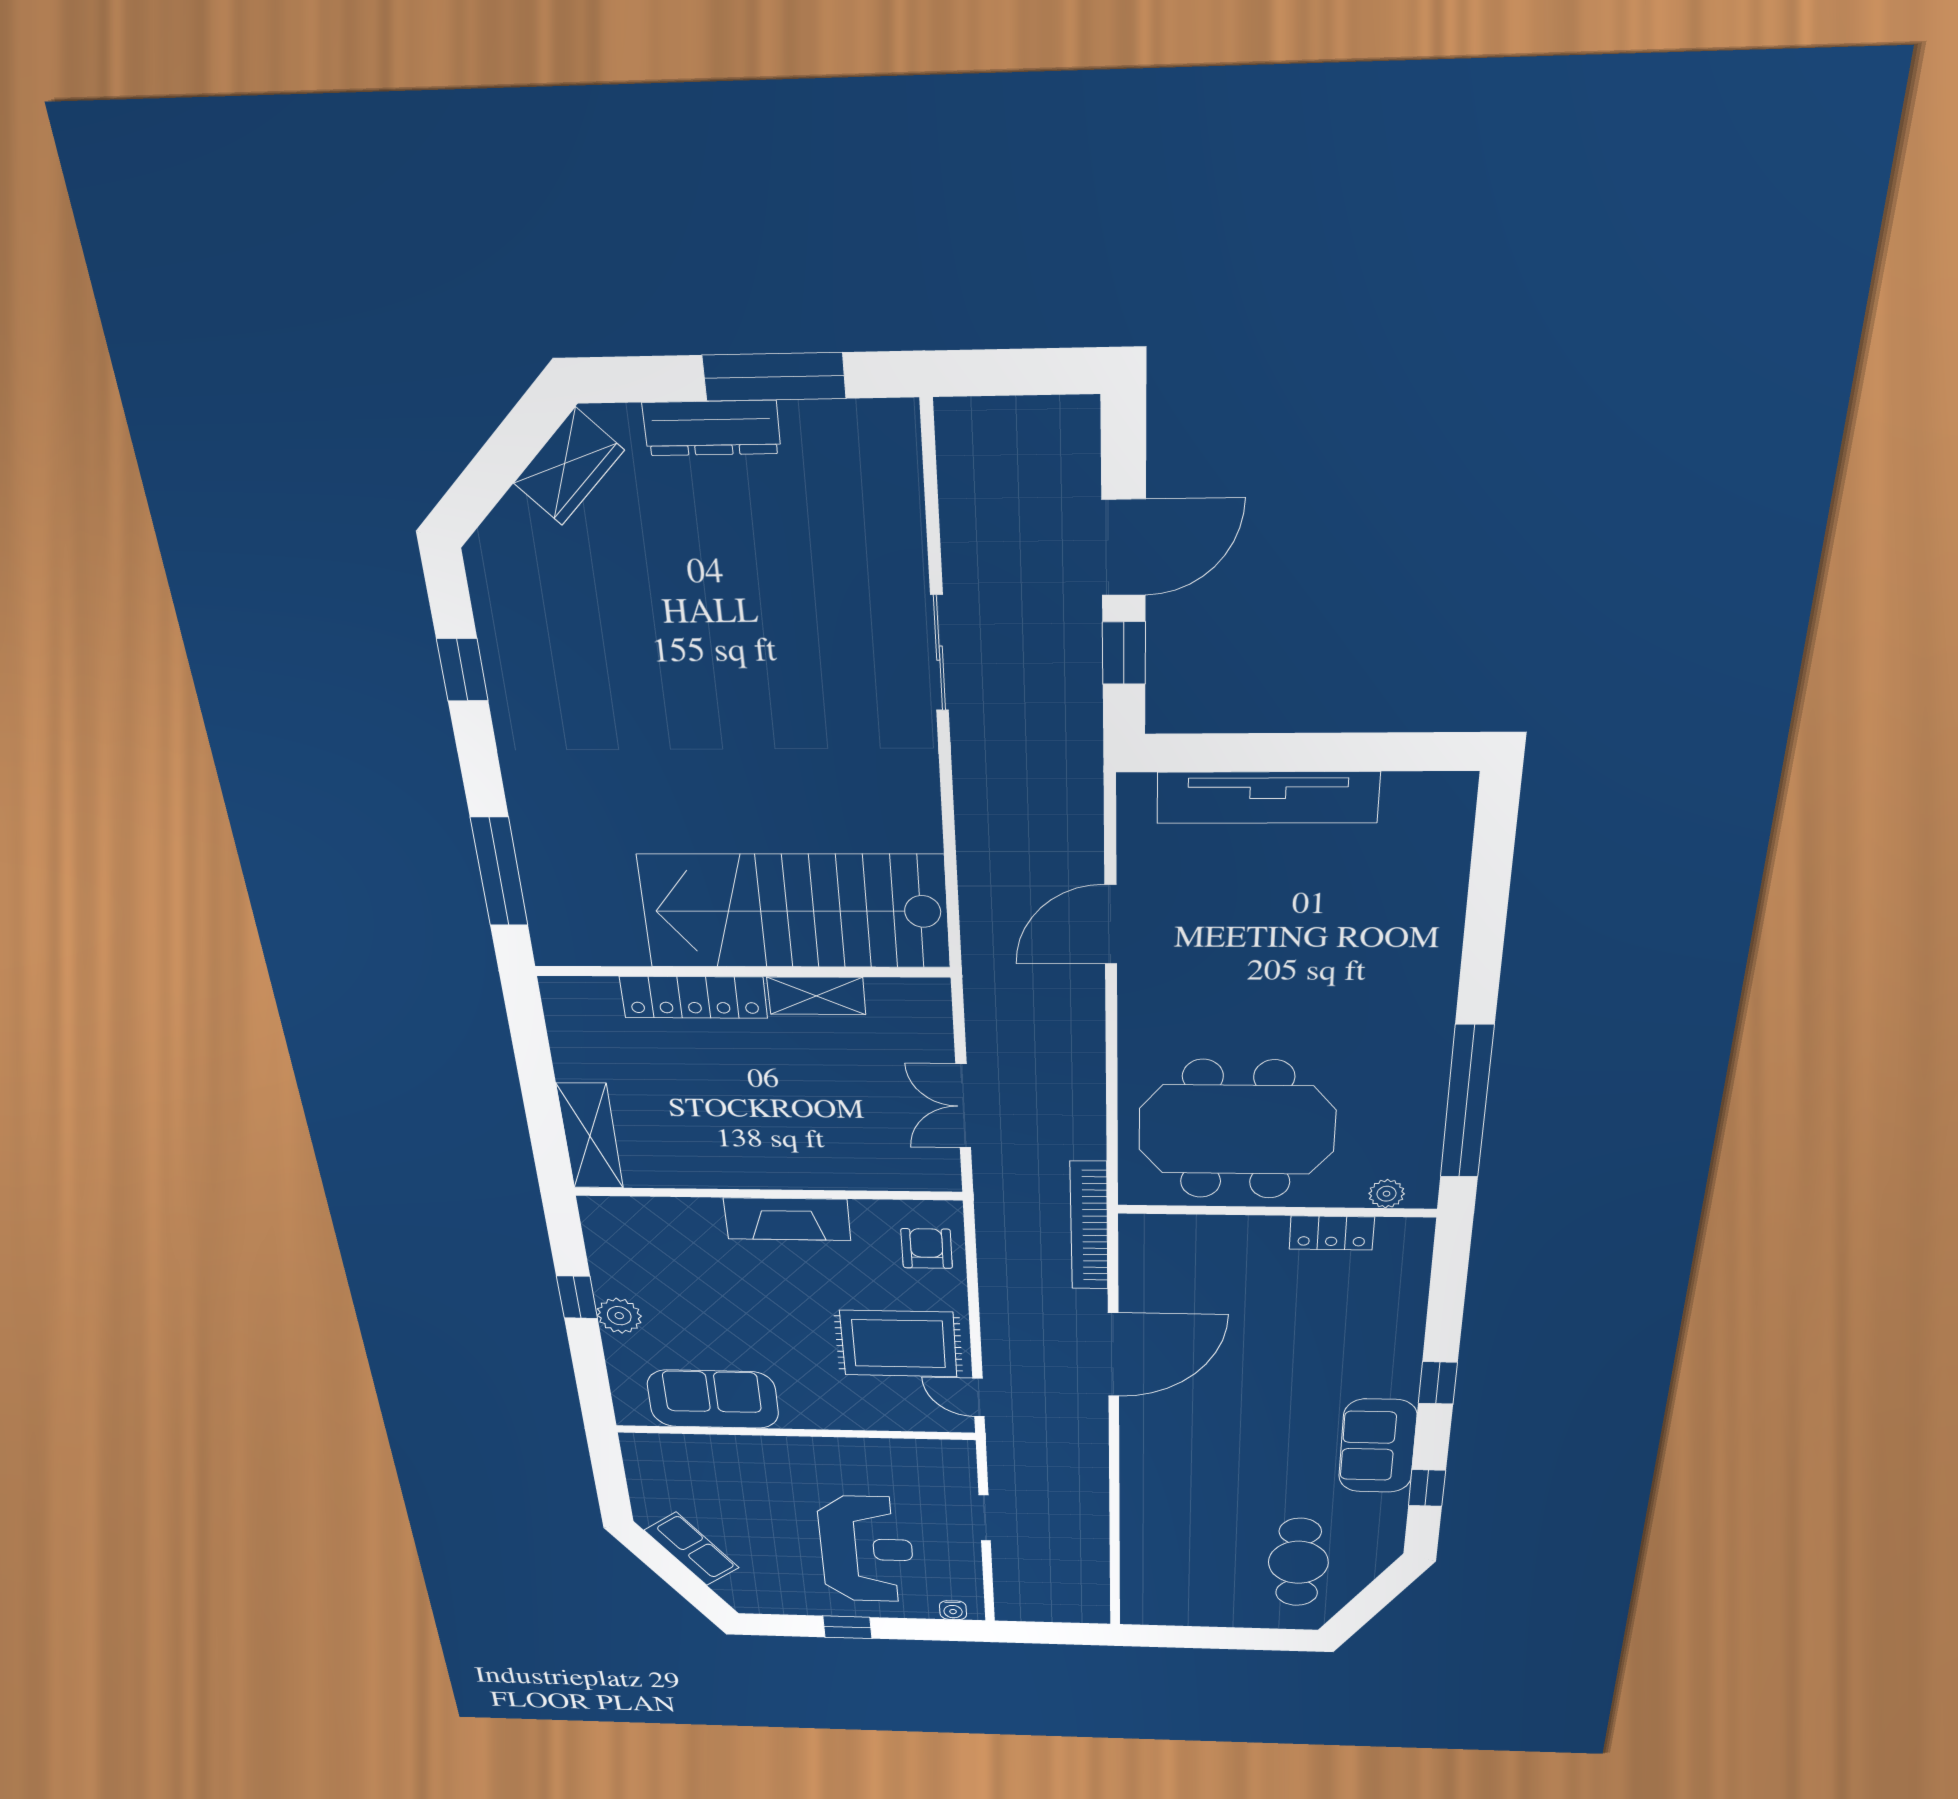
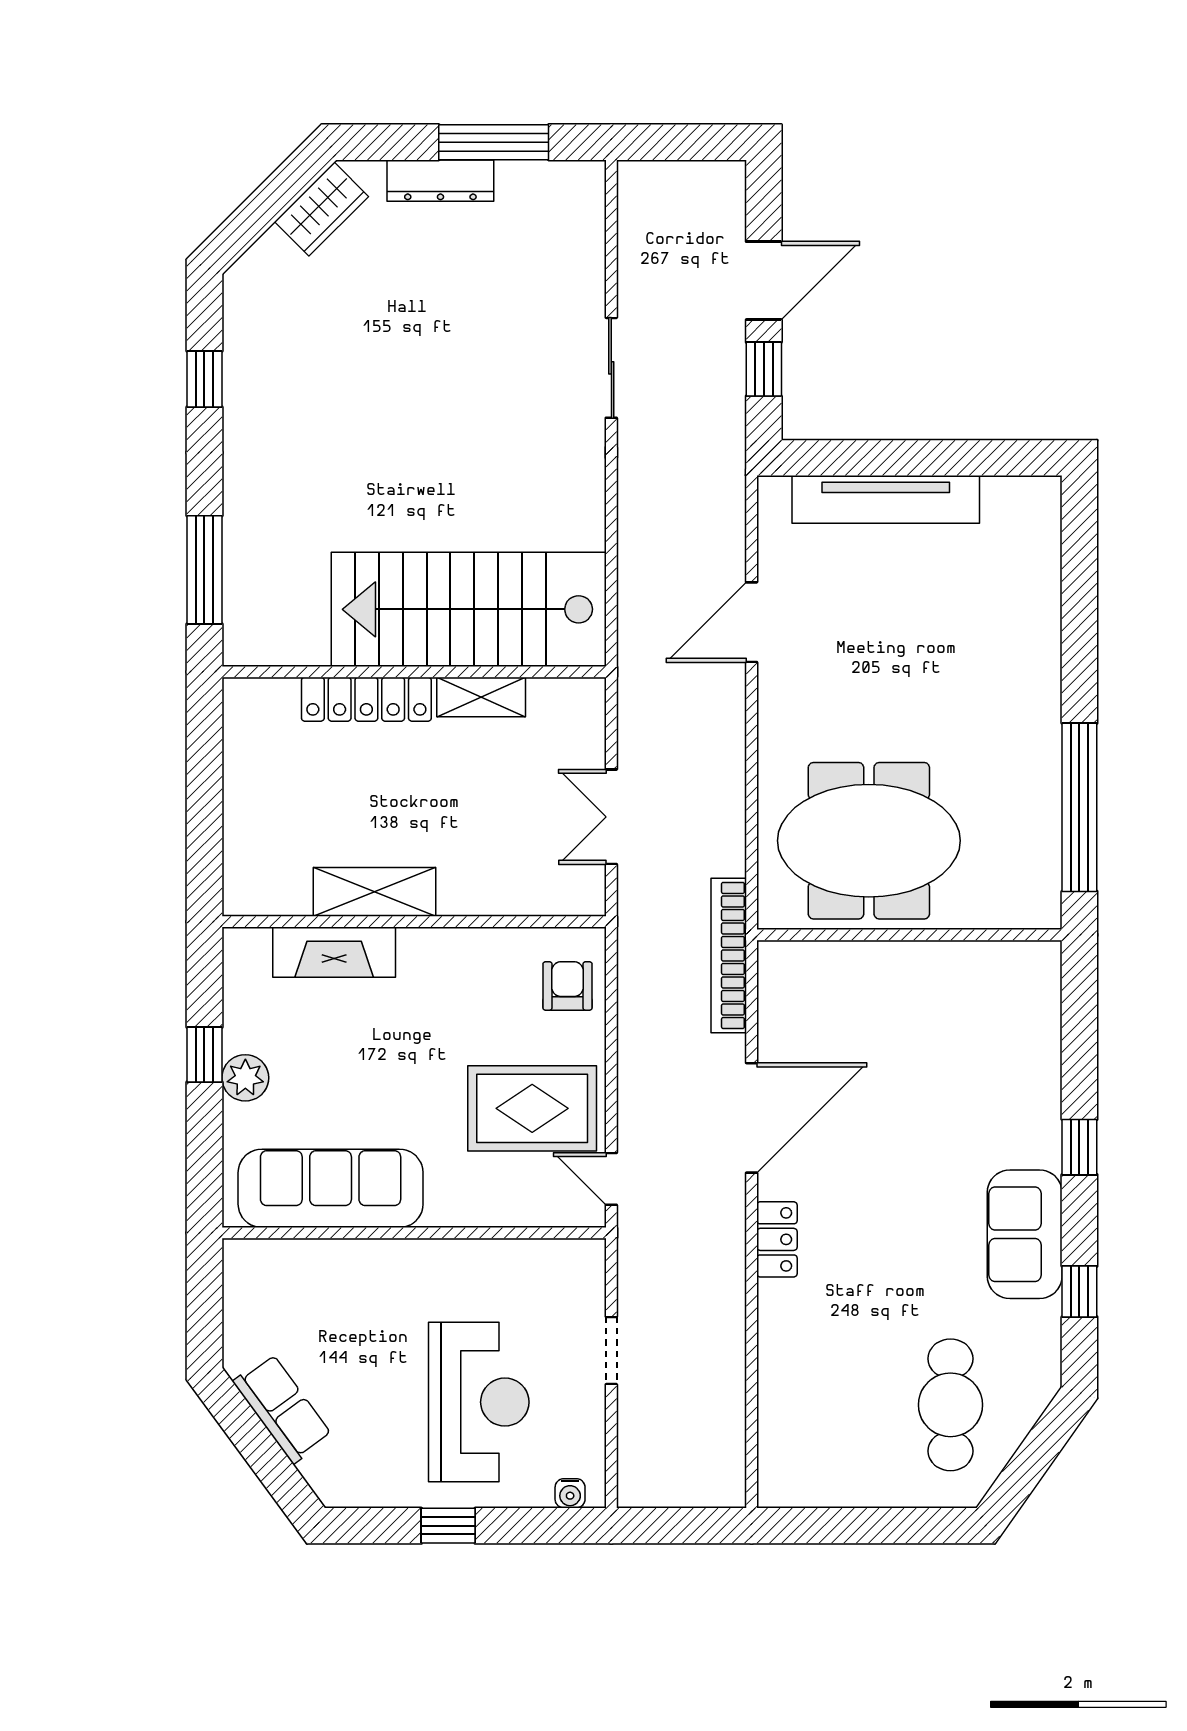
shelving: (590, 1136) -> (375, 892), moved, turned 90
plant: (1387, 1194) -> (1013, 913), removed
fireplace: (787, 1219) -> (334, 952), moved
locker: (1332, 1233) -> (777, 1239), moved, turned -90
sofa: (713, 1399) -> (331, 1188), width x1.36

